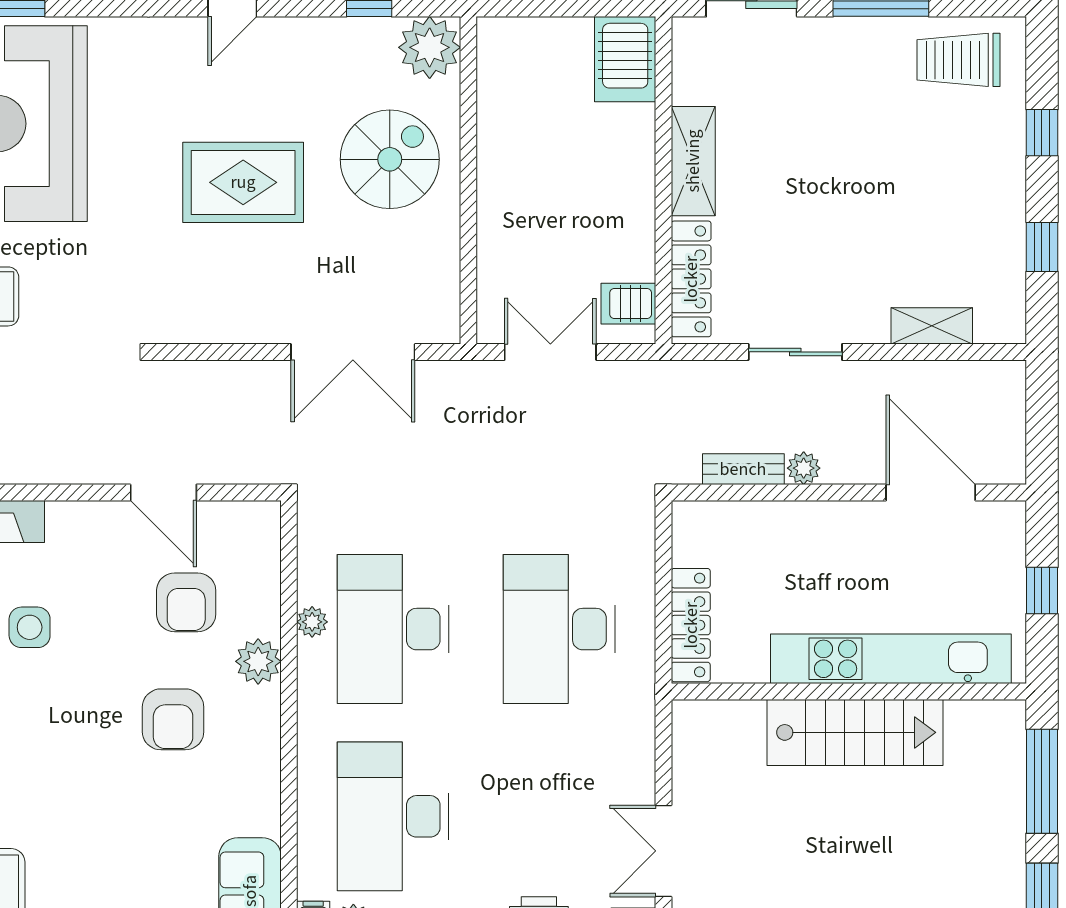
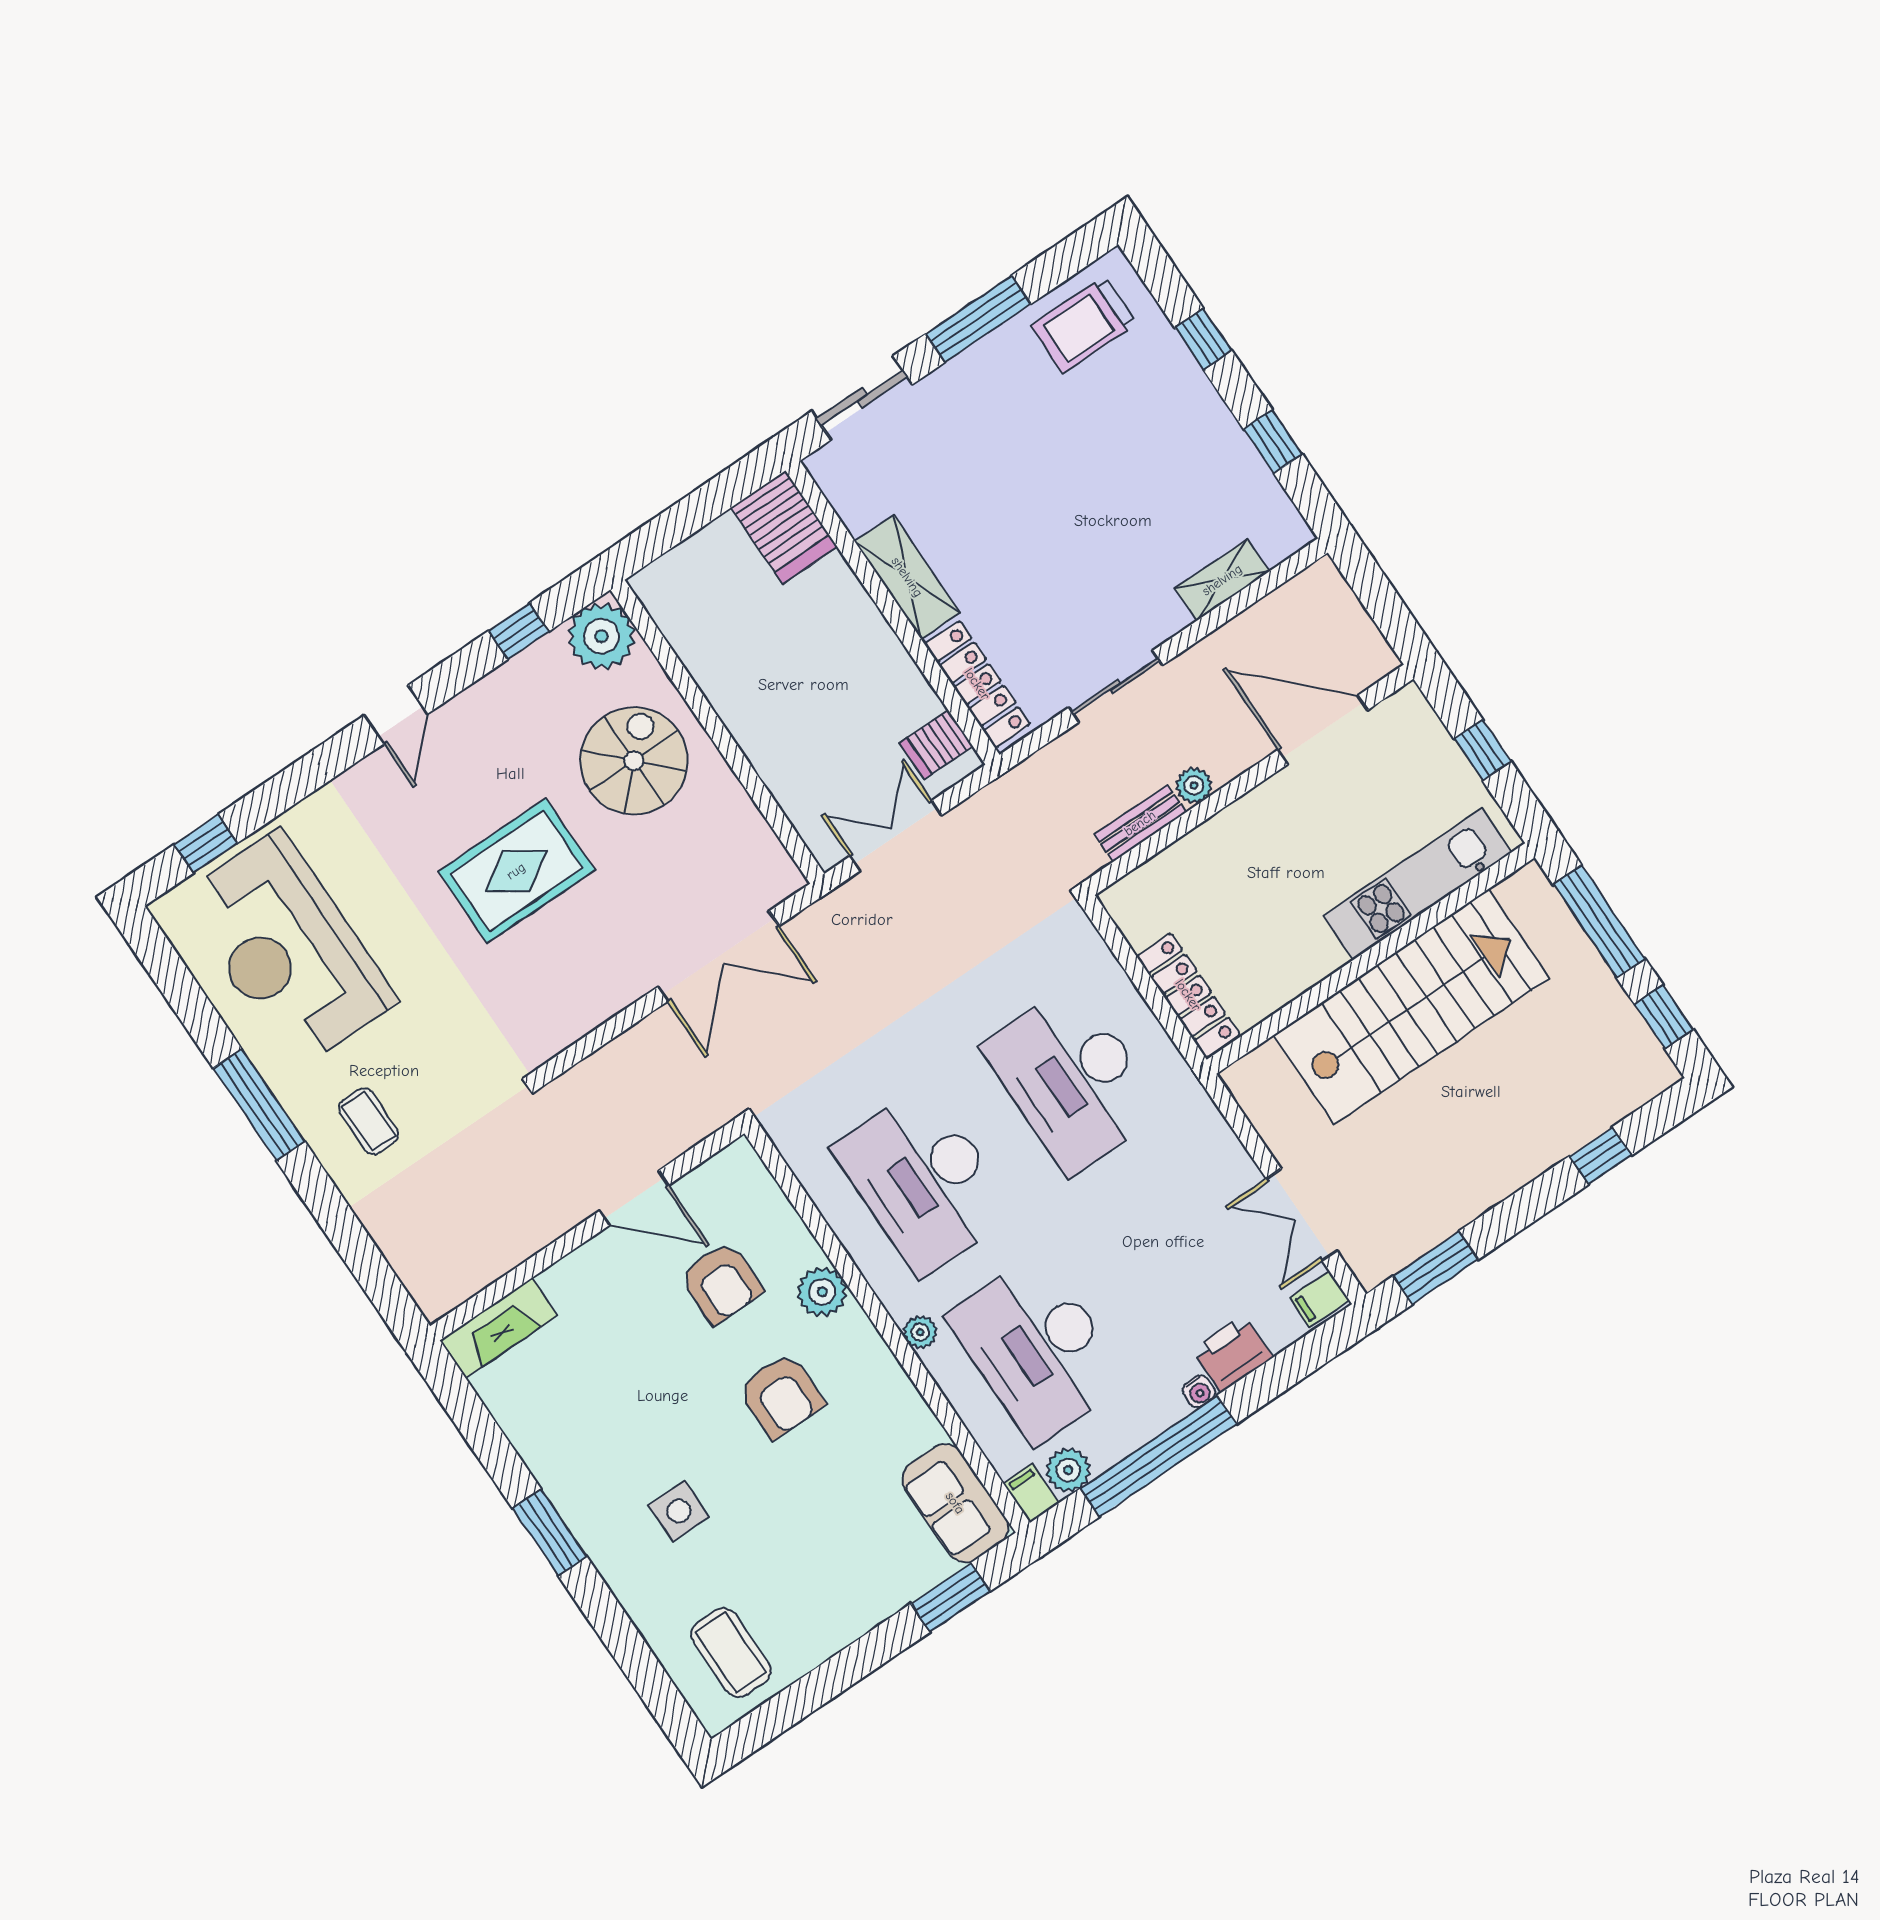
plant: (312, 622) -> (920, 1332), moved
side table: (30, 627) -> (679, 1511), moved
kitchen unit: (891, 659) -> (1417, 884), width x0.73
stairs: (855, 732) -> (1411, 1007), width x1.36, depth x1.51

